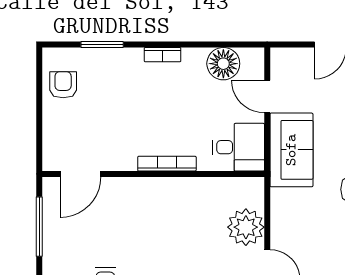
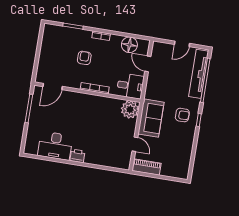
armchair: (63, 85) -> (84, 58), moved
sofa: (291, 150) -> (151, 118), moved
plant: (246, 227) -> (130, 110), moved

